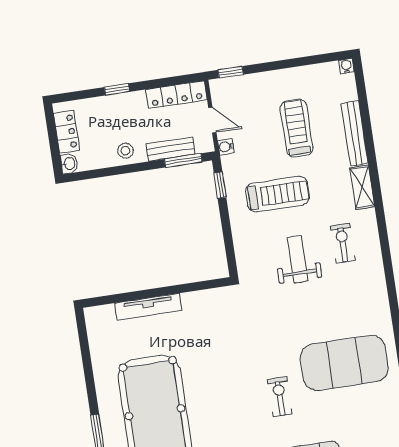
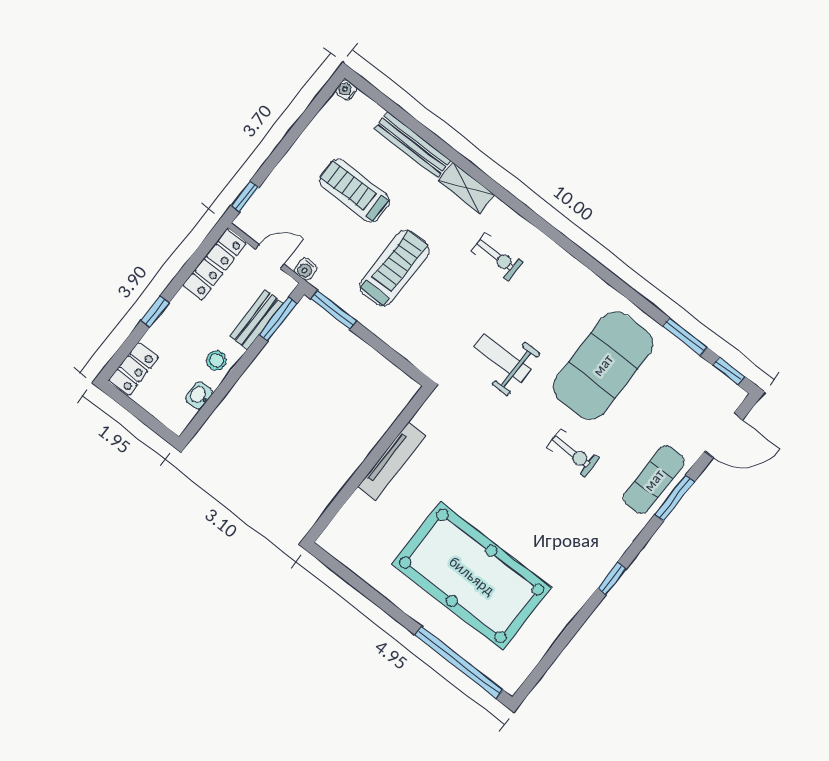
locker: (67, 132) -> (134, 369), moved, turned 90
washbasin: (69, 164) -> (199, 395), moved, turned -90
window: (220, 185) -> (333, 310), width x1.50
exercise bike: (343, 243) -> (497, 256), turned 180
weight bench: (298, 259) -> (502, 358), moved
tv unit: (148, 307) -> (392, 461), moved
exercise bike: (280, 397) -> (573, 453), turned 180

